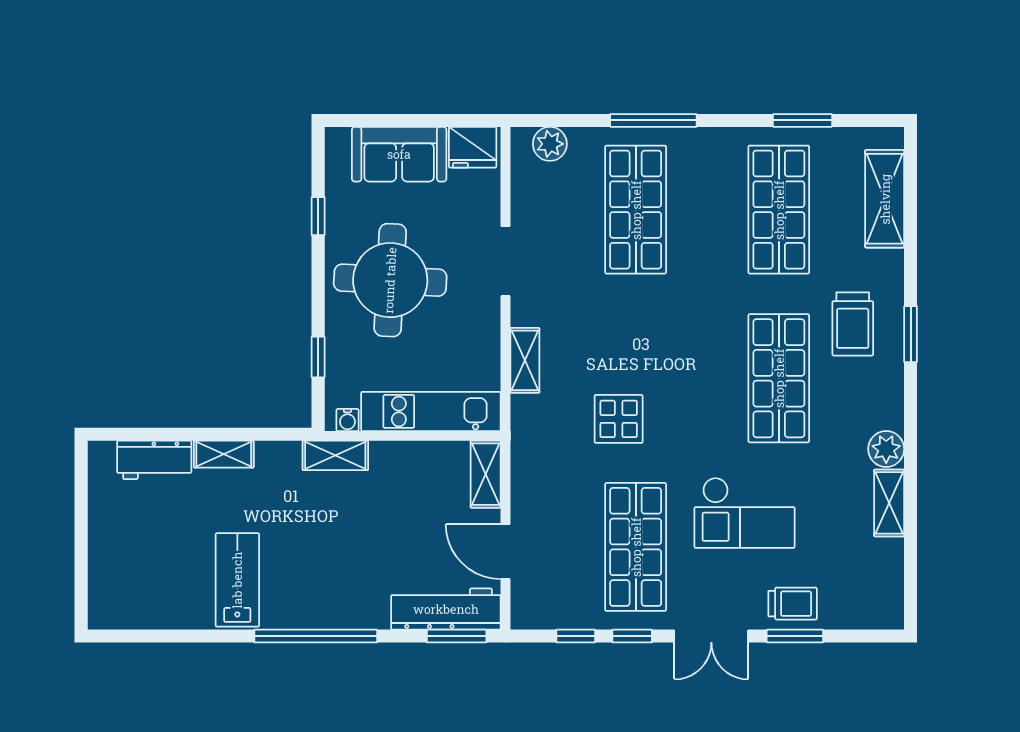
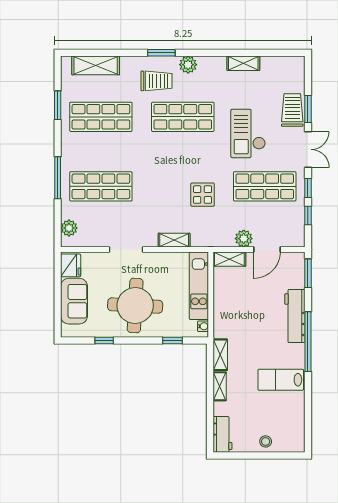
plant: (886, 449) -> (188, 65), moved
shelving: (335, 455) -> (220, 355), moved
workbench: (154, 460) -> (222, 434), moved
plant: (528, 504) -> (244, 239), added
checkout: (745, 513) -> (248, 133), turned 180
stool: (110, 549) -> (266, 441), added
trolley: (793, 604) -> (292, 110), width x1.36, depth x1.39
workbench: (446, 609) -> (295, 316), moved

